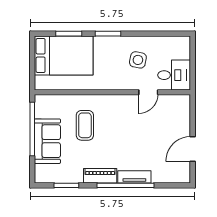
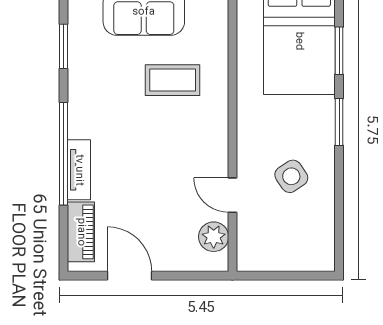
side table: (138, 60) -> (291, 176), turned 45
desk: (174, 75) -> (264, 242), removed
plant: (171, 103) -> (214, 237), added
piano: (100, 176) -> (81, 232), moved

